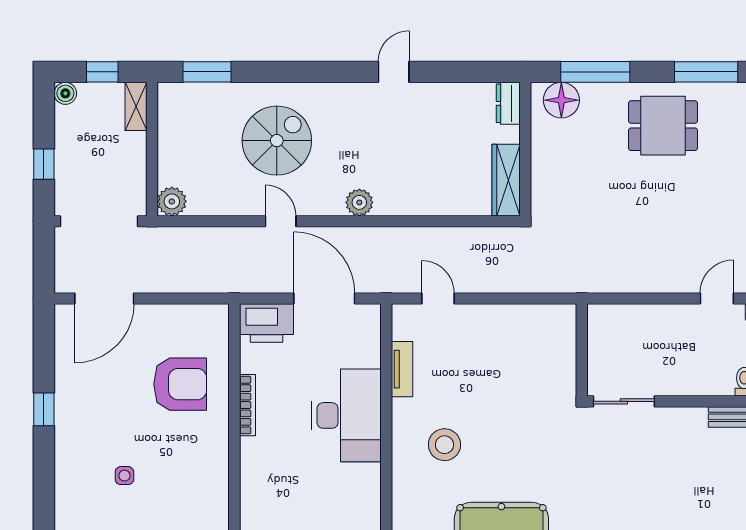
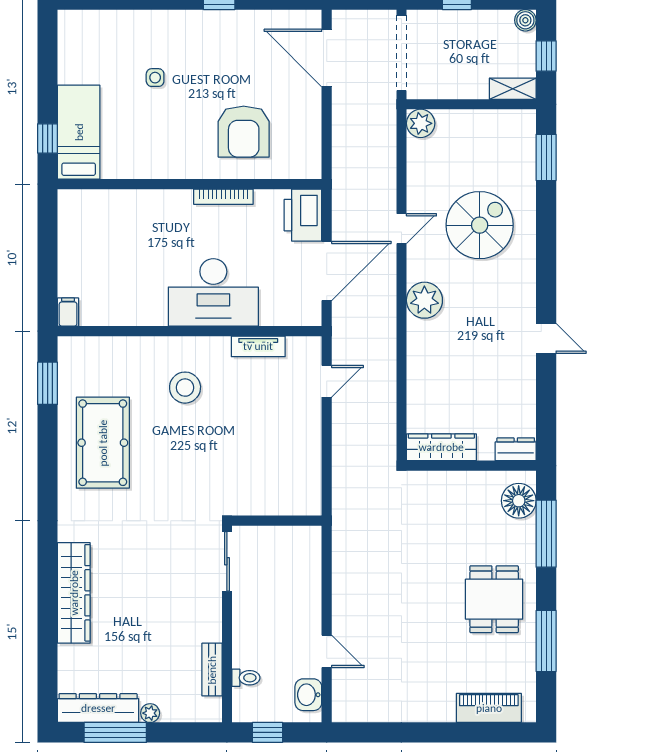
spiral stairs: (277, 141) -> (480, 225), turned -90
plant: (359, 202) -> (424, 300), width x1.36, depth x1.36

